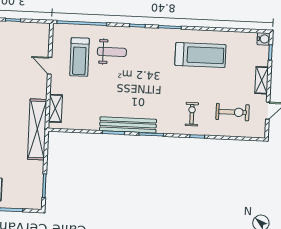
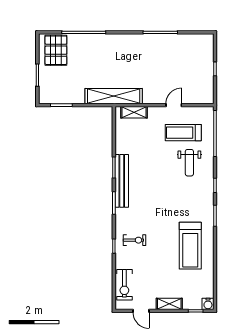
exercise bike: (233, 112) -> (124, 285), moved

